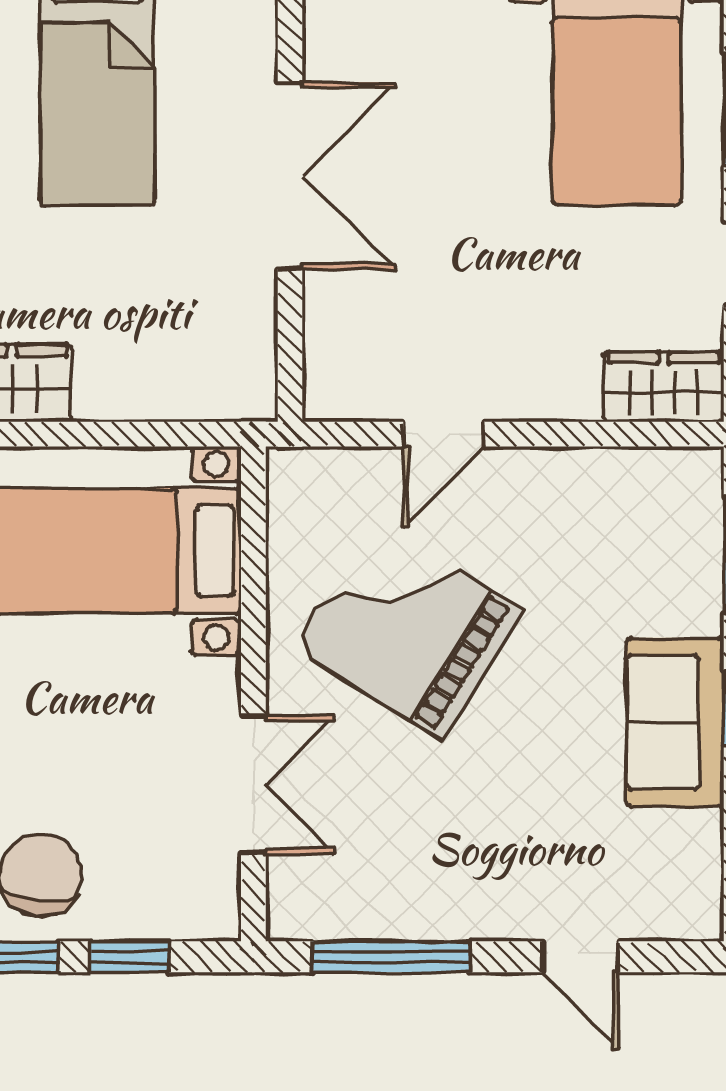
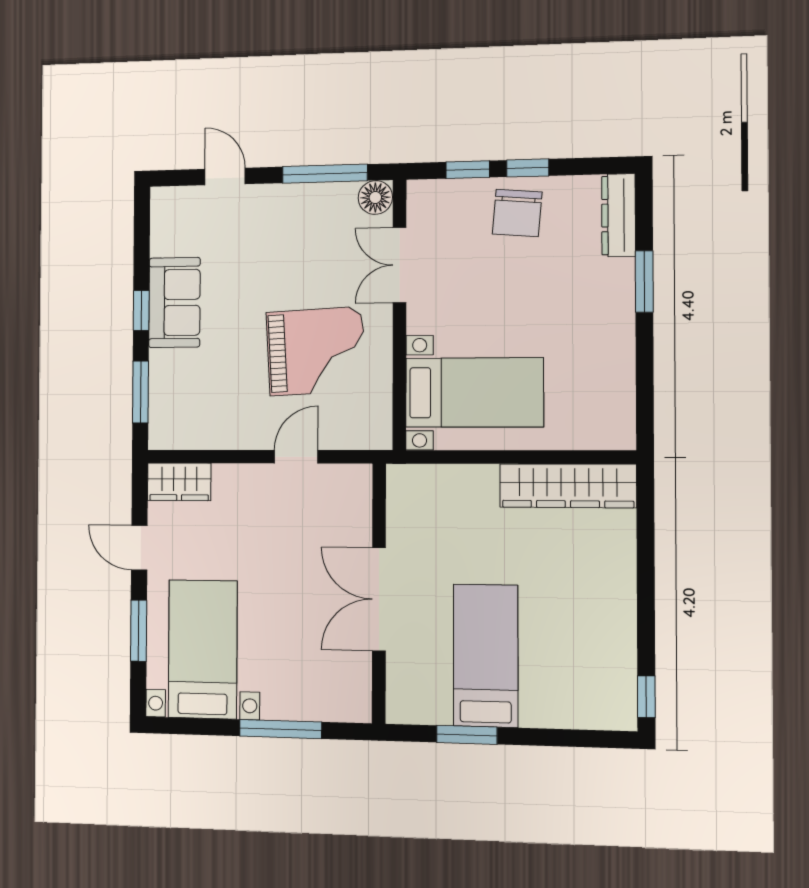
grand piano: (407, 628) -> (316, 351), turned -35
floor lamp: (298, 910) -> (375, 198), added

